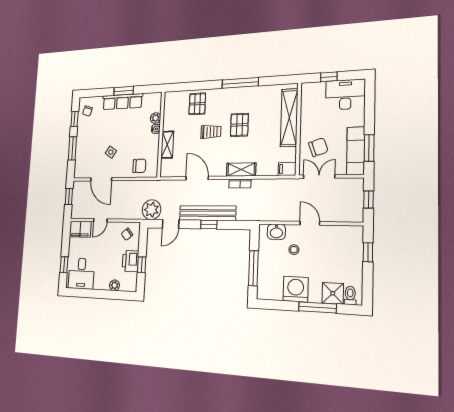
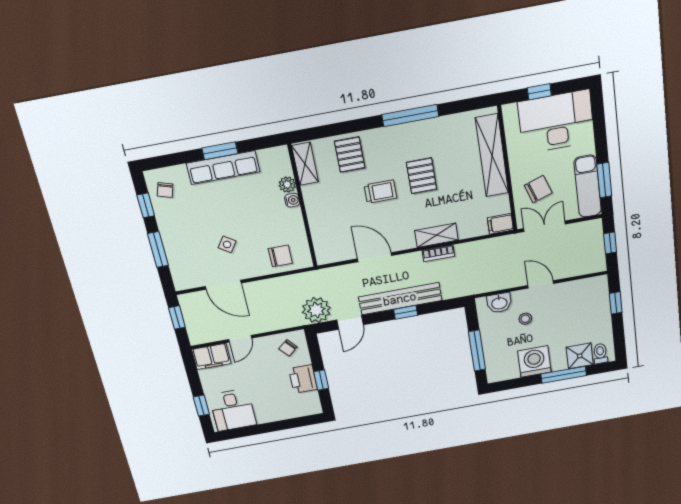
desk: (345, 95) -> (556, 122), width x1.36, depth x1.30
shelving: (167, 145) -> (305, 164), moved
plant: (114, 285) -> (288, 412), removed

